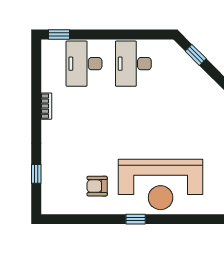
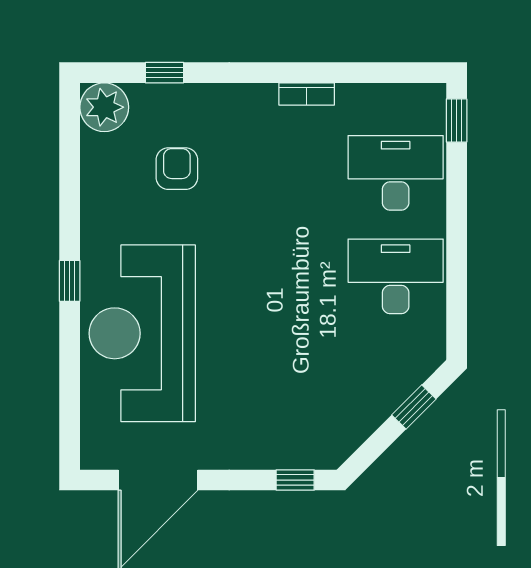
armchair: (97, 186) -> (177, 169), moved
plant: (53, 203) -> (104, 107), added

